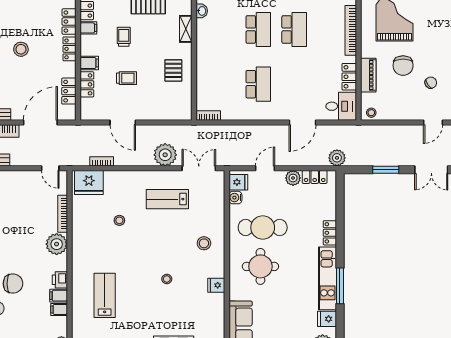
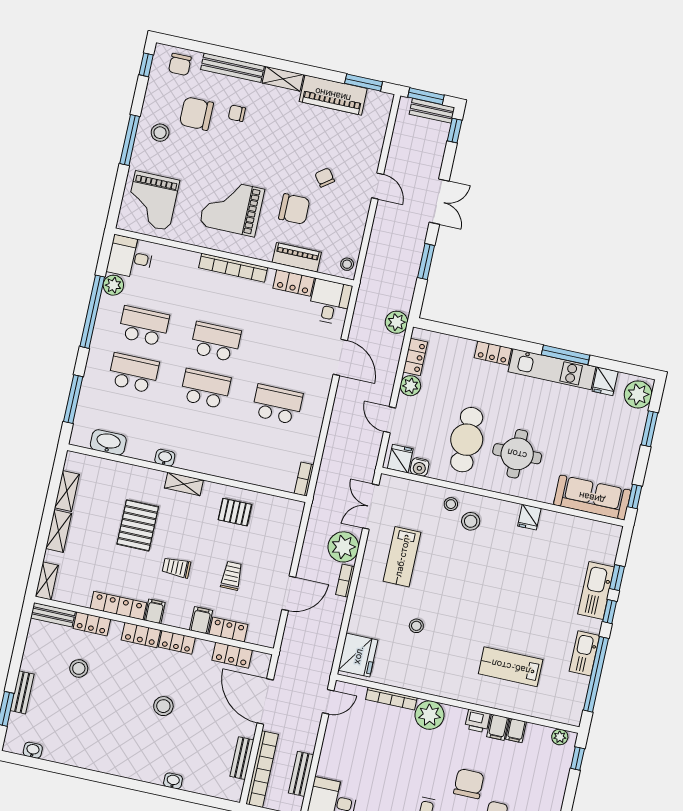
bookcase: (102, 161) -> (345, 581), moved
stool: (167, 279) -> (451, 504), moved

